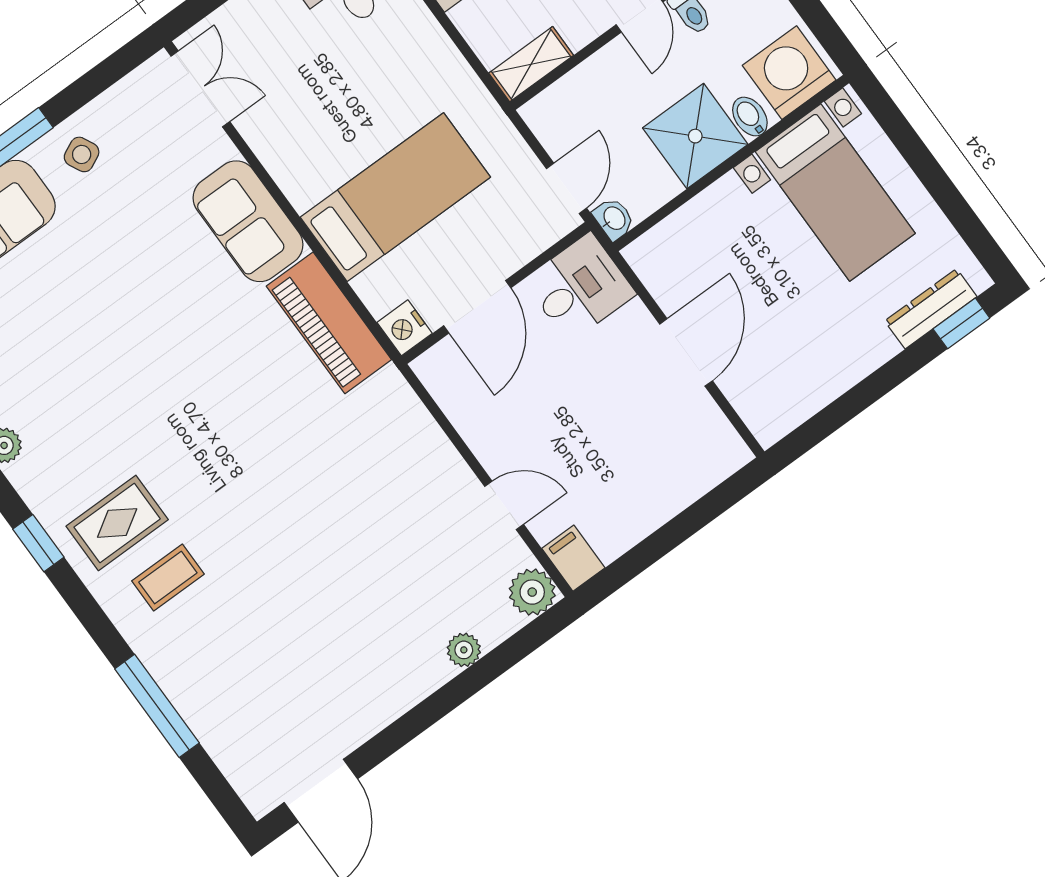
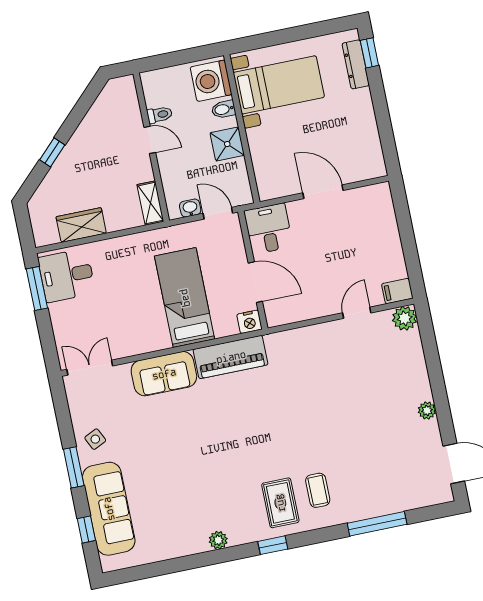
shower: (695, 136) -> (227, 144), width x0.73, depth x0.73
washbasin: (614, 219) -> (190, 208), moved
plant: (464, 650) -> (427, 410), moved

